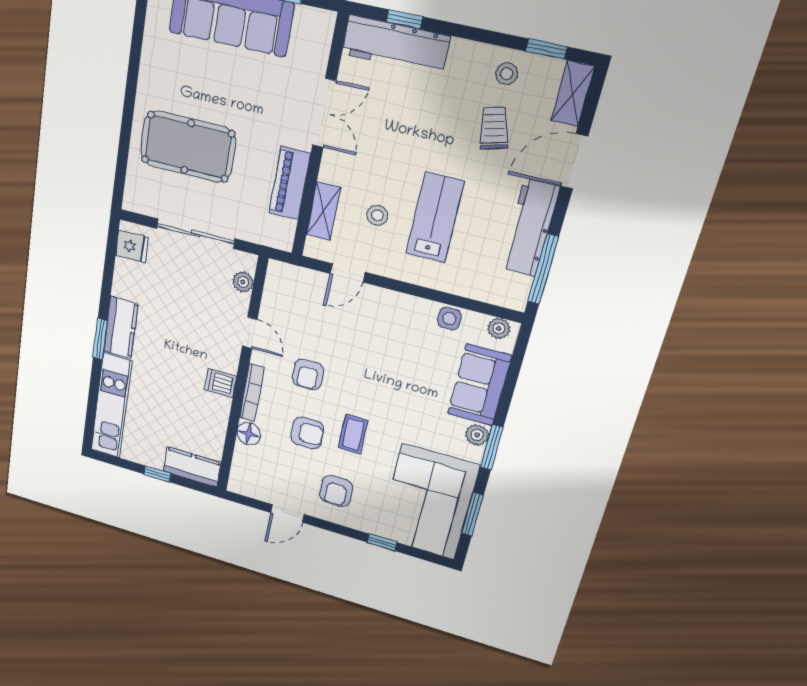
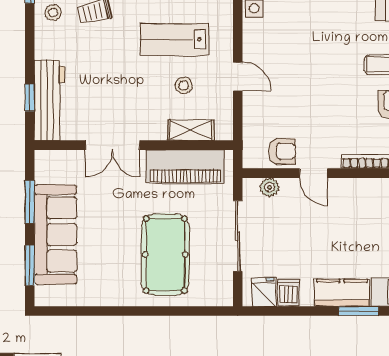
double door: (324, 113) -> (113, 145), swing flipped
piano: (290, 183) -> (185, 167), width x1.37, depth x1.33
door: (348, 273) -> (238, 77), moved
door: (250, 333) -> (314, 173), swing flipped
armchair: (308, 374) -> (282, 151), moved
dishwasher: (220, 383) -> (288, 293), moved, turned 180

